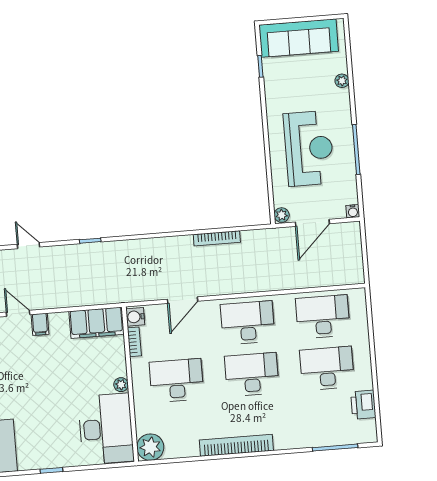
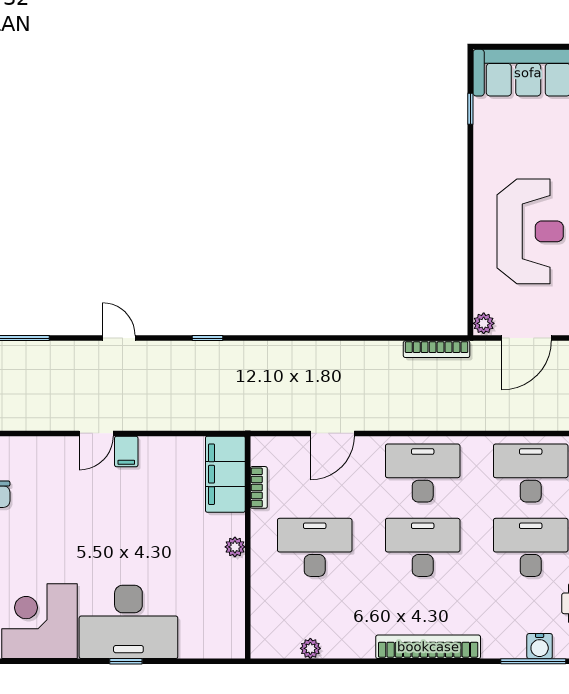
bookcase: (217, 238) -> (437, 349), moved
door: (18, 313) -> (96, 433), swing flipped
water cooler: (135, 317) -> (540, 646), moved, turned -90
filing cabinet: (96, 323) -> (225, 474), moved, turned 90
desk: (106, 429) -> (128, 622), moved, turned 90
bookcase: (236, 445) -> (428, 647), moved
plant: (150, 447) -> (310, 648), moved, width x0.53, depth x0.53

